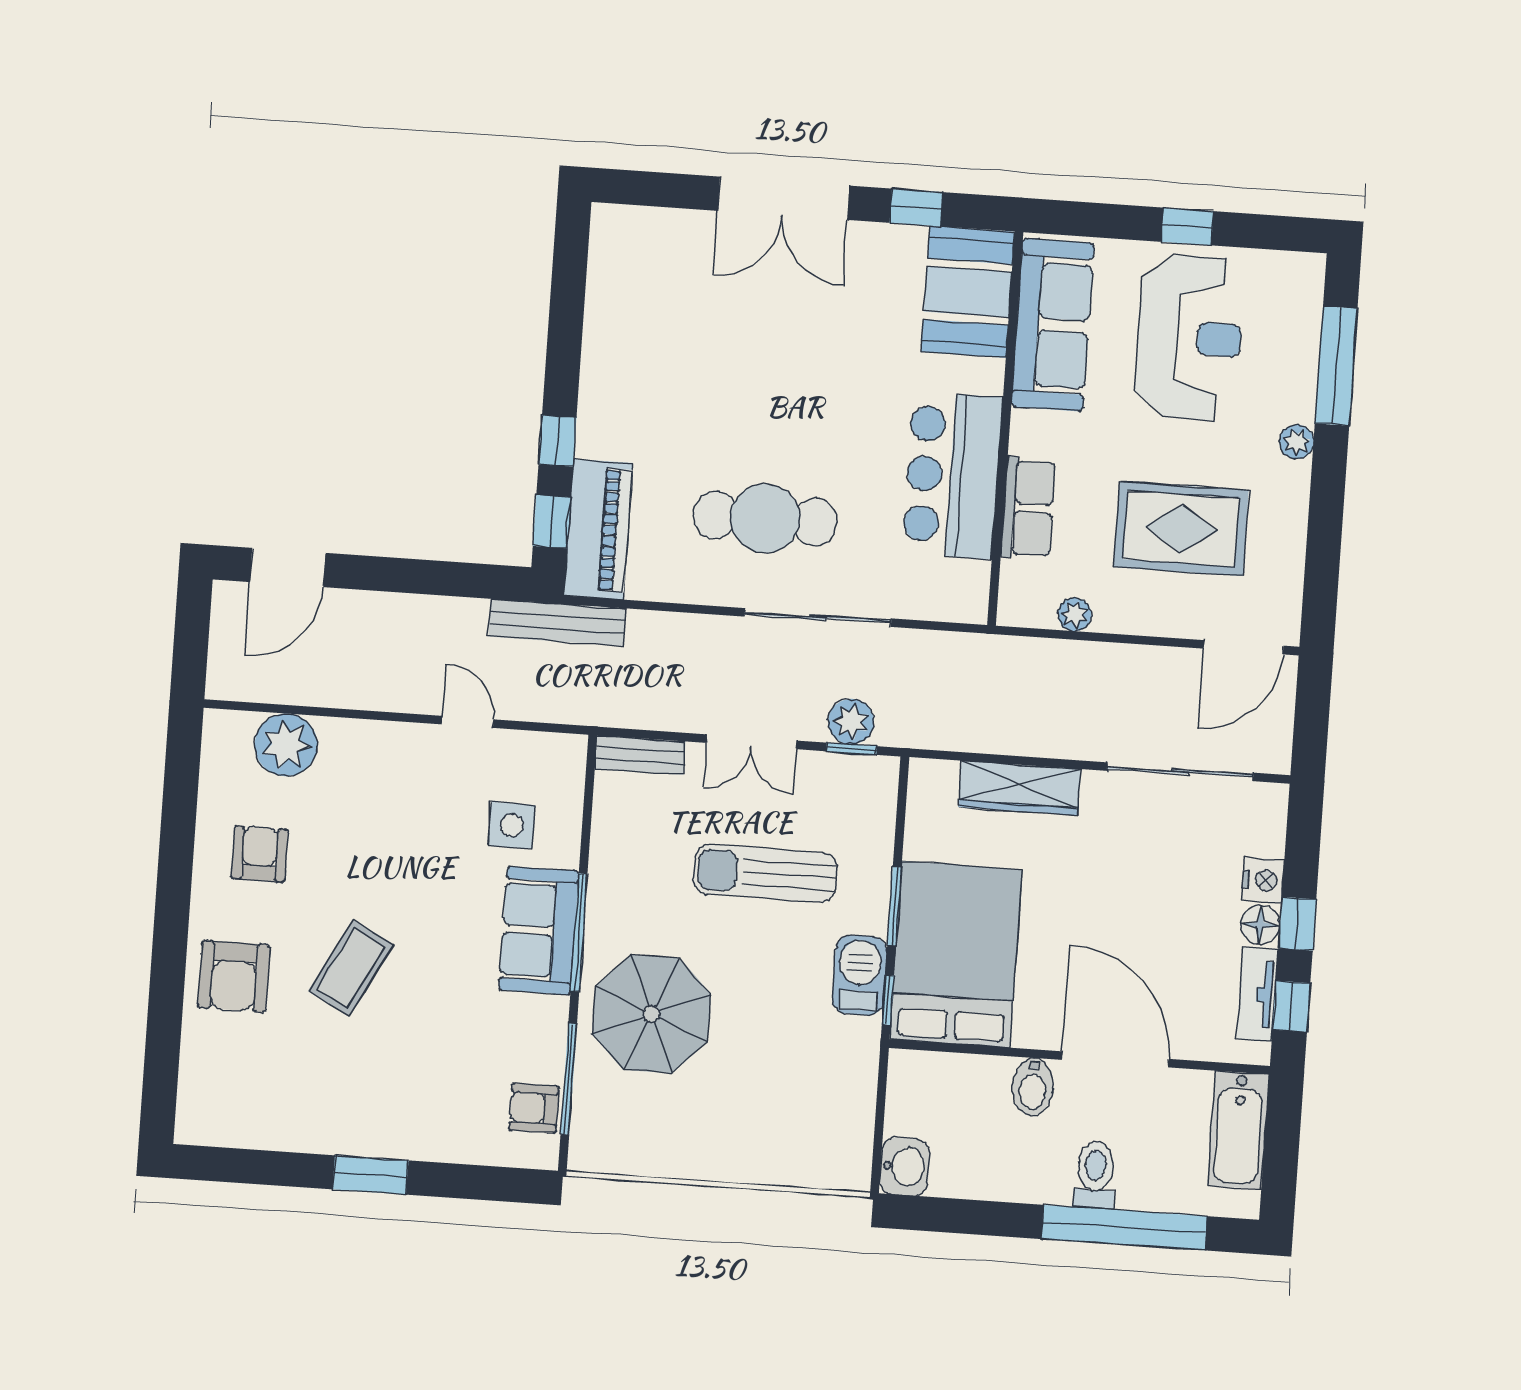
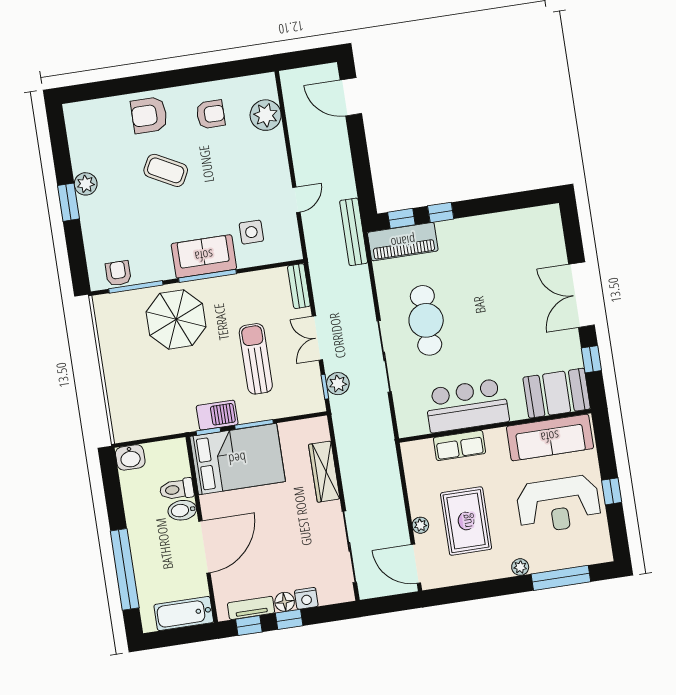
plant: (1075, 614) -> (420, 525), moved
plant: (342, 1133) -> (86, 184), added
toilet: (1095, 1175) -> (177, 489), moved, turned 180

